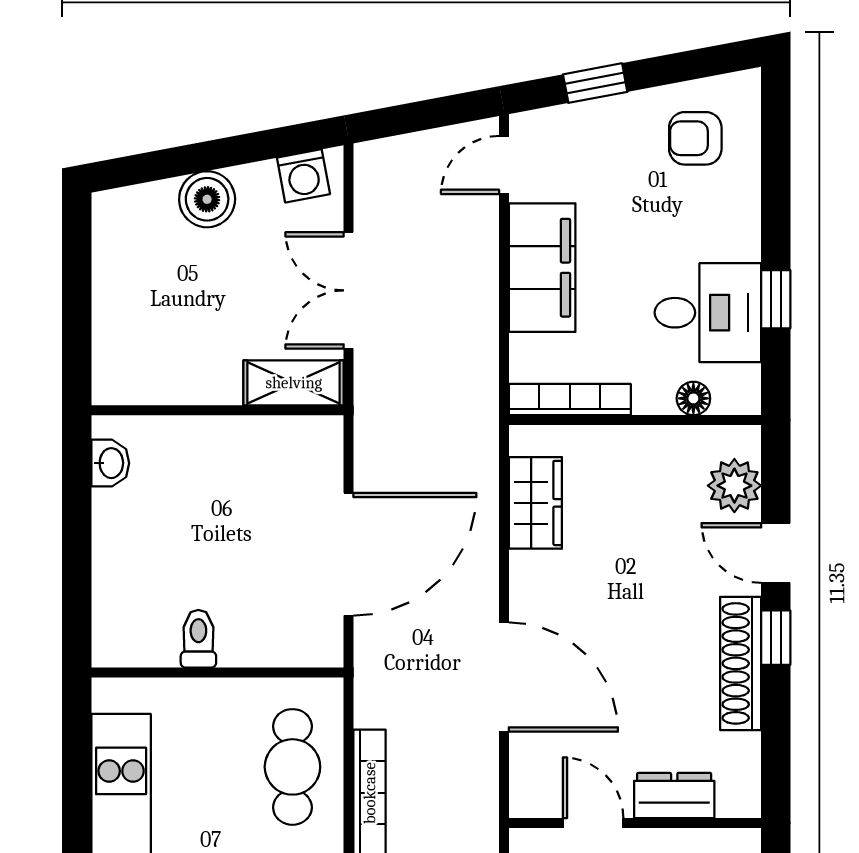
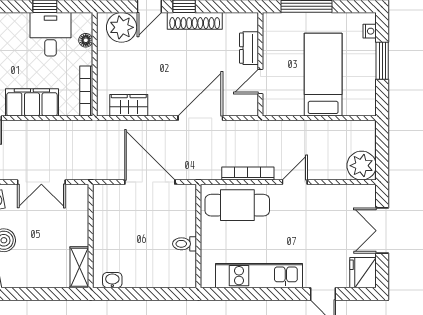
shelving: (294, 383) -> (79, 267), moved
plant: (734, 486) -> (122, 27), width x1.36, depth x1.36
cafe table: (292, 767) -> (237, 205), width x1.37, depth x1.35

